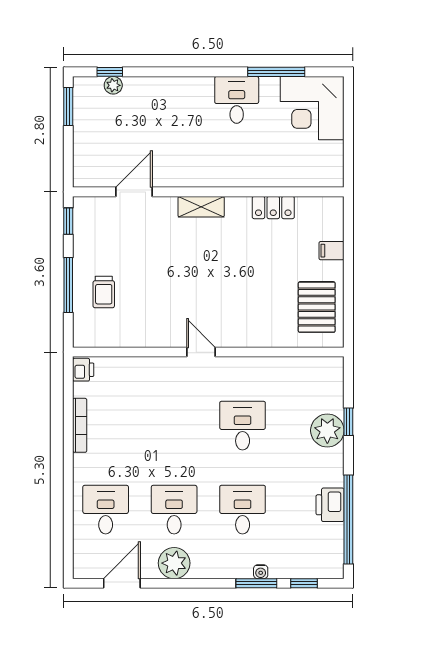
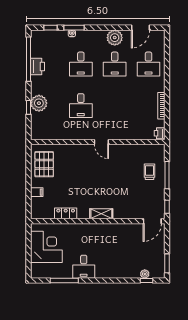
corner desk: (312, 108) -> (46, 247), moved
door: (134, 192) -> (152, 221), moved

